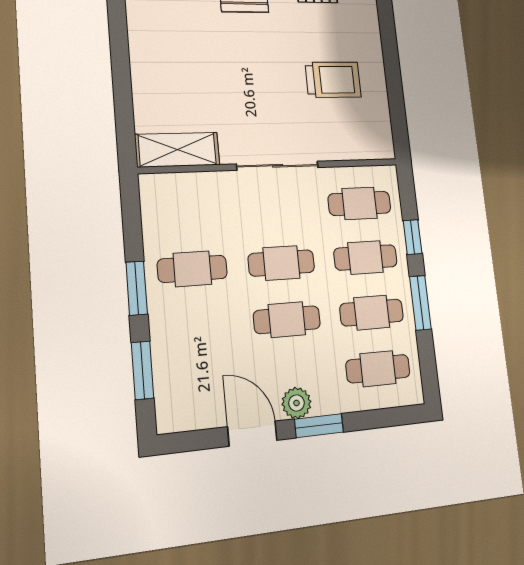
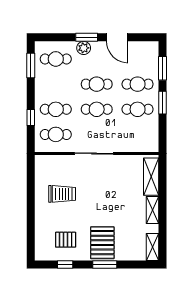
shelving: (142, 46) -> (152, 210), added
trolley: (333, 80) -> (62, 194), turned 180
shelving: (177, 150) -> (151, 177), moved, turned 90
window: (420, 303) -> (31, 65), moved
cafe table: (372, 313) -> (138, 84), moved
plant: (297, 403) -> (84, 48), moved

